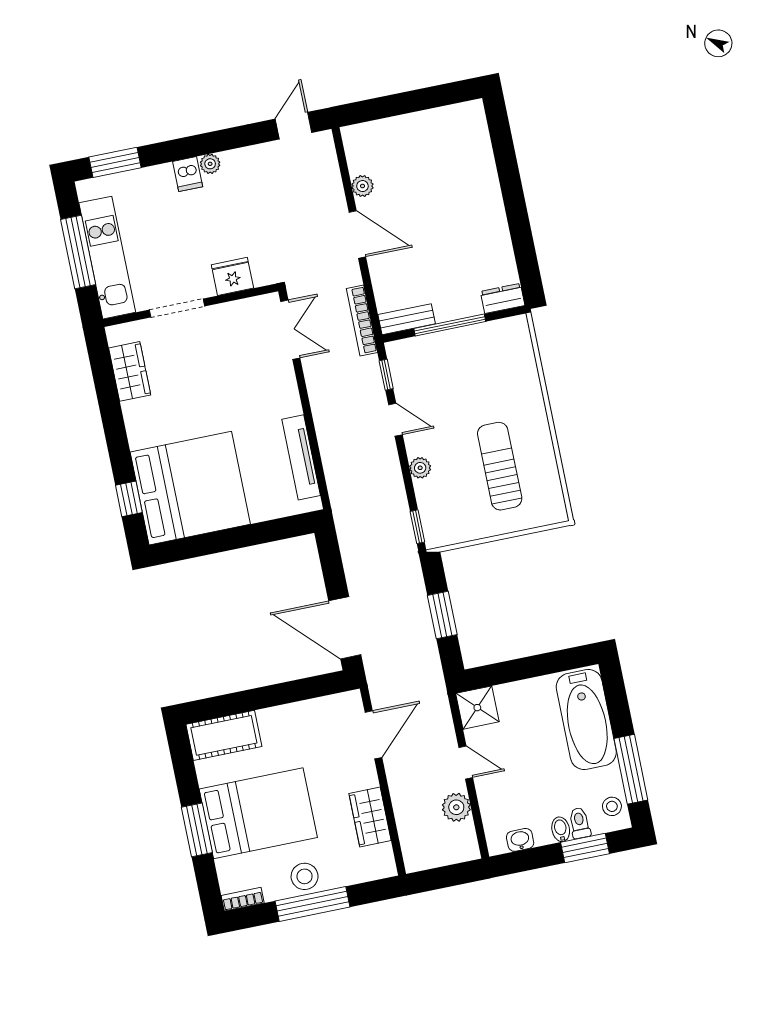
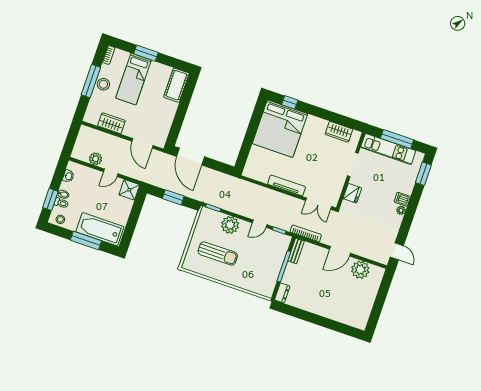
plant: (362, 186) -> (360, 270), width x1.88, depth x1.88
tv unit: (301, 457) -> (287, 185), moved
plant: (420, 468) -> (230, 225), width x1.87, depth x1.87
door: (345, 628) -> (191, 157), swing flipped
window: (631, 769) -> (86, 240), moved
bed: (258, 813) -> (133, 79), width x0.67

